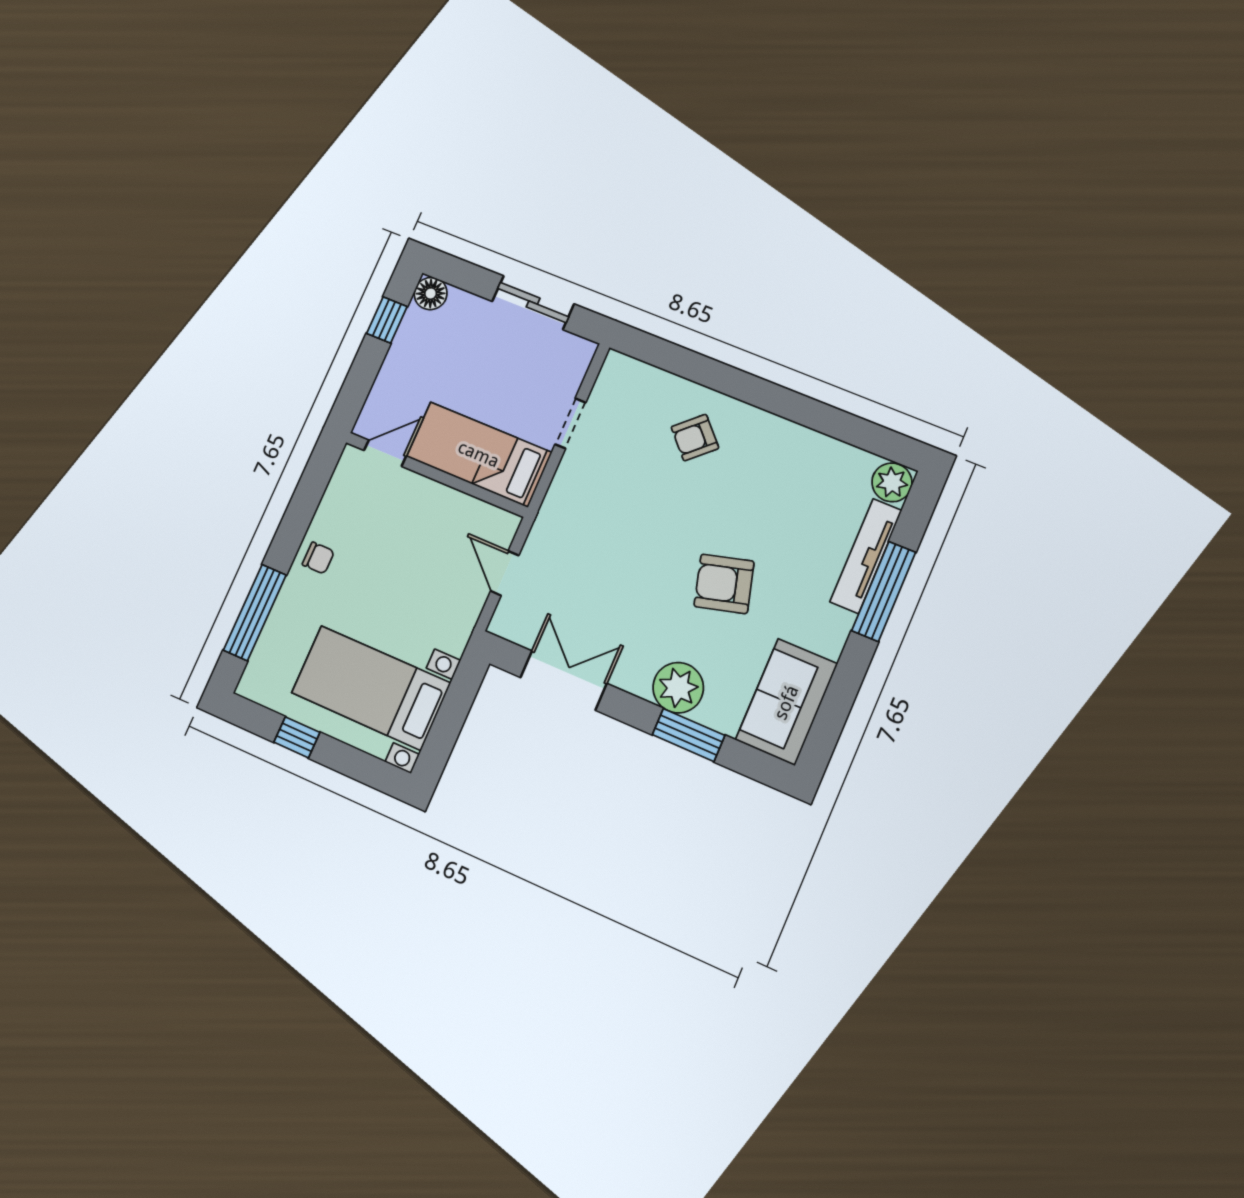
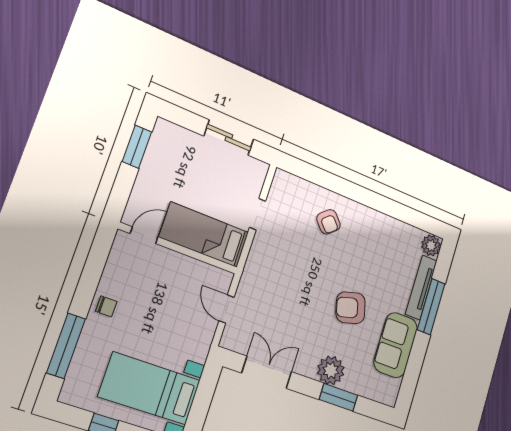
floor lamp: (431, 294) -> (164, 130), removed
window: (387, 320) -> (137, 147), width x1.50
armchair: (695, 438) -> (328, 222), turned -89
sofa: (786, 702) -> (396, 345), moved

